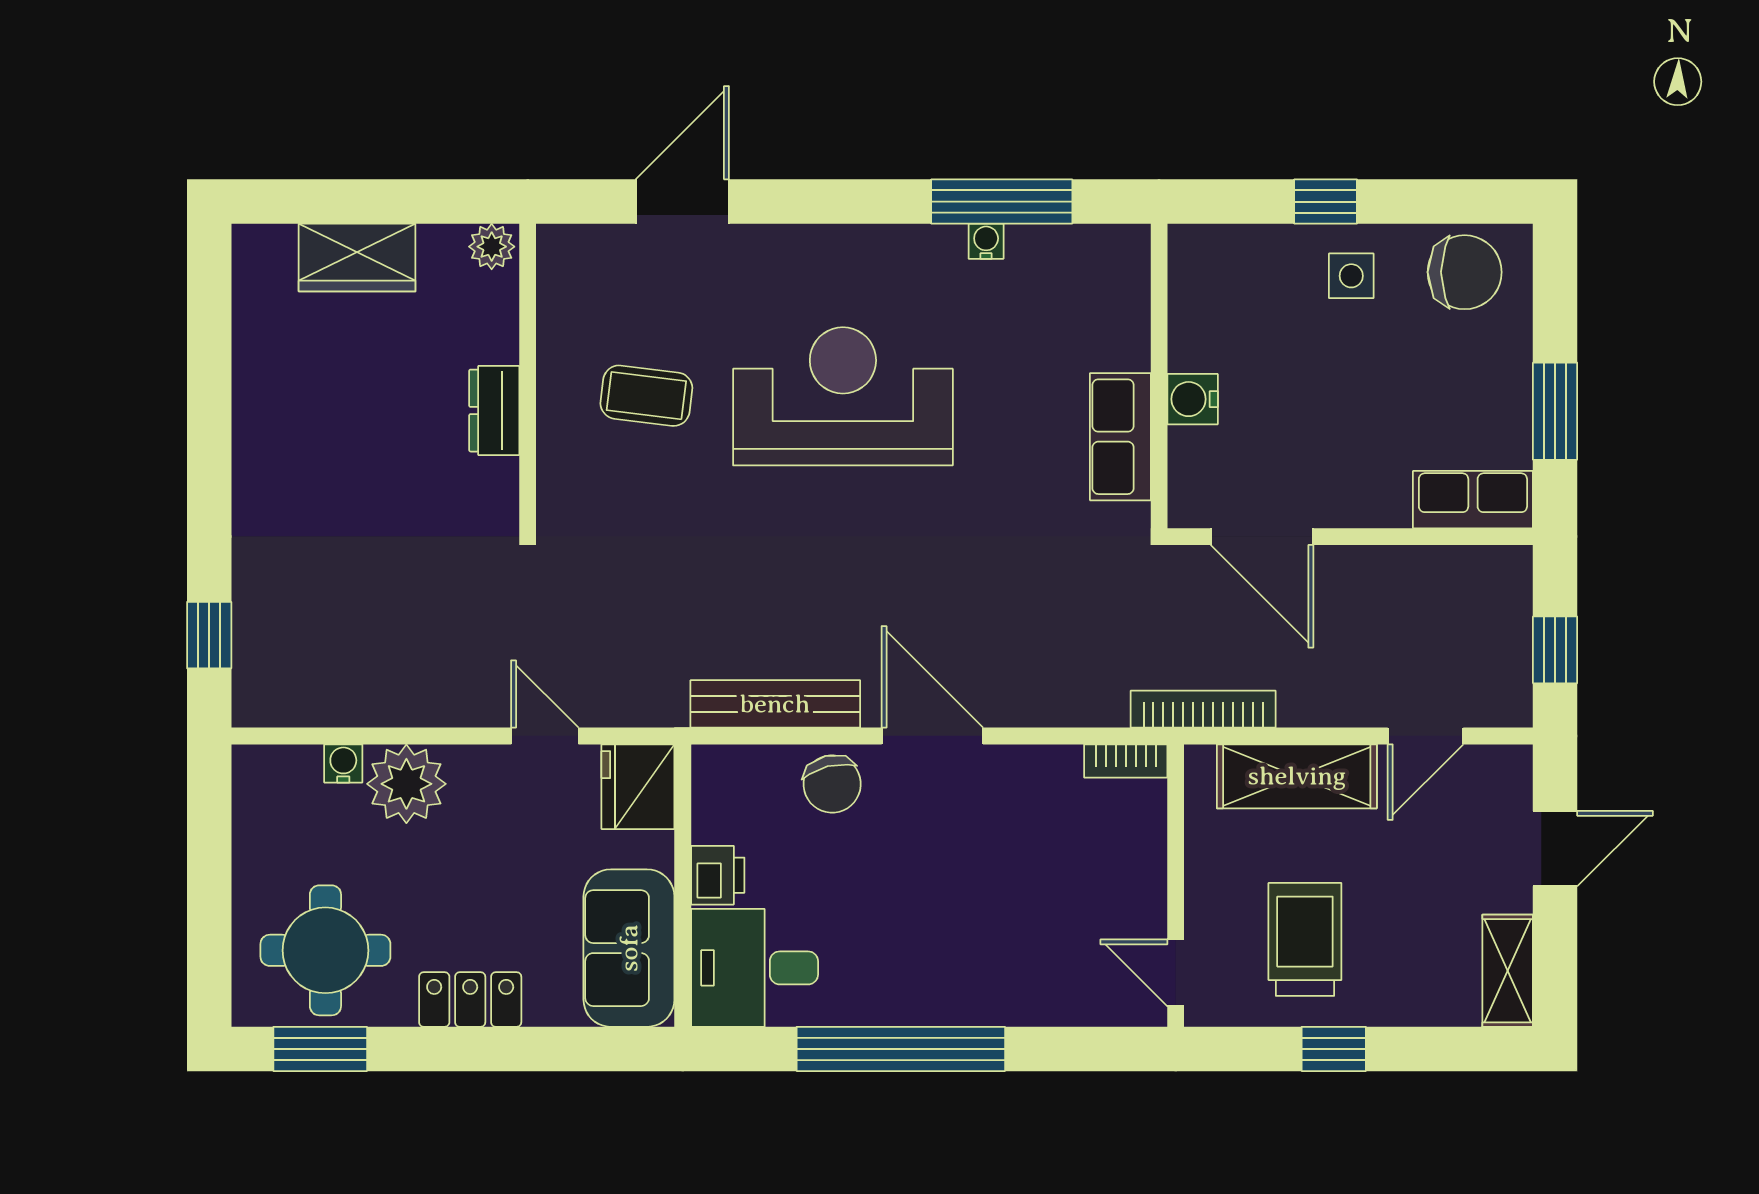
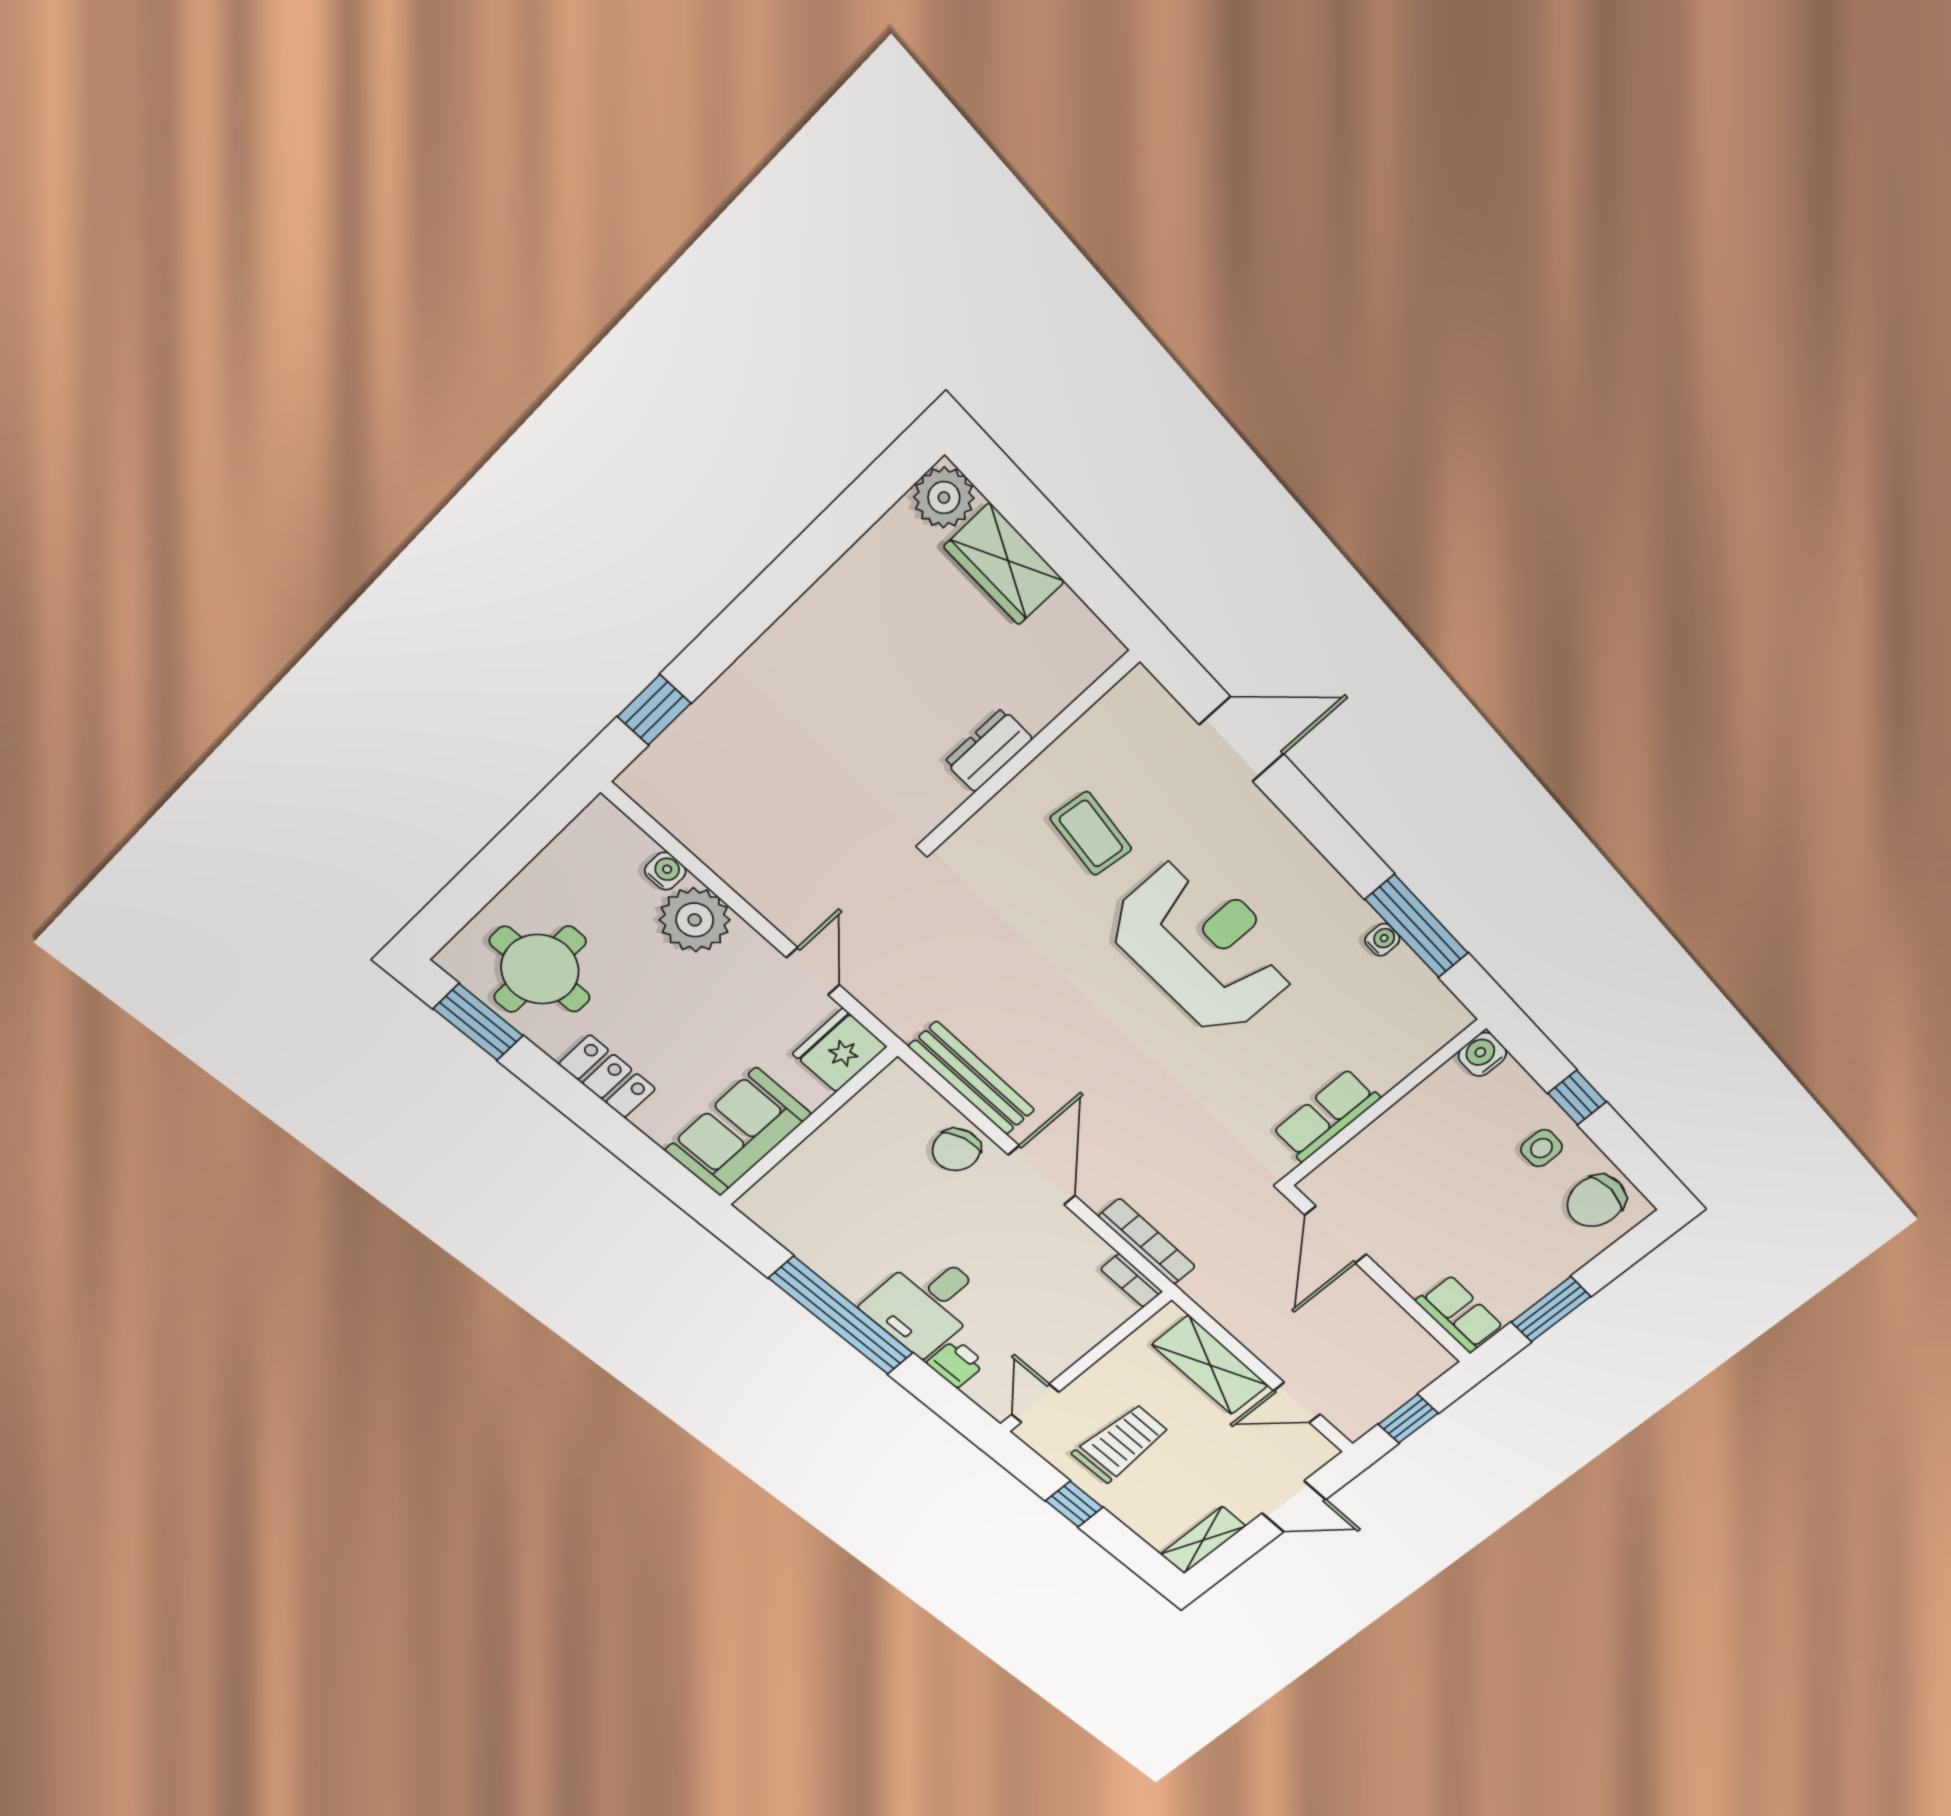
plant: (492, 247) -> (944, 498), moved, width x1.38, depth x1.38
chair: (1465, 272) -> (1596, 1201), turned 90
water cooler: (1193, 399) -> (1482, 1054), moved
bookcase: (1203, 709) -> (1147, 1242), moved
printer: (718, 875) -> (956, 1363), moved, turned -90
desk: (755, 968) -> (926, 1304), moved, turned -90

